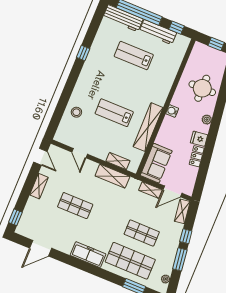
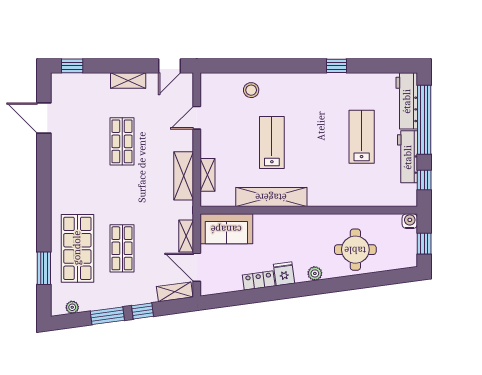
water cooler: (172, 111) -> (410, 221), moved
freezer: (88, 255) -> (62, 187), removed

